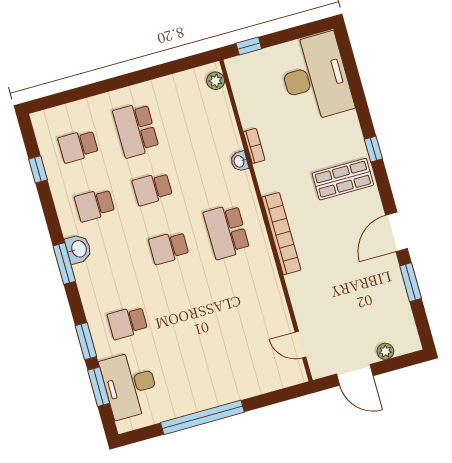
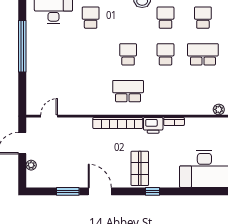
washbasin: (239, 161) -> (167, 110), removed
printer: (269, 177) -> (153, 125), added

